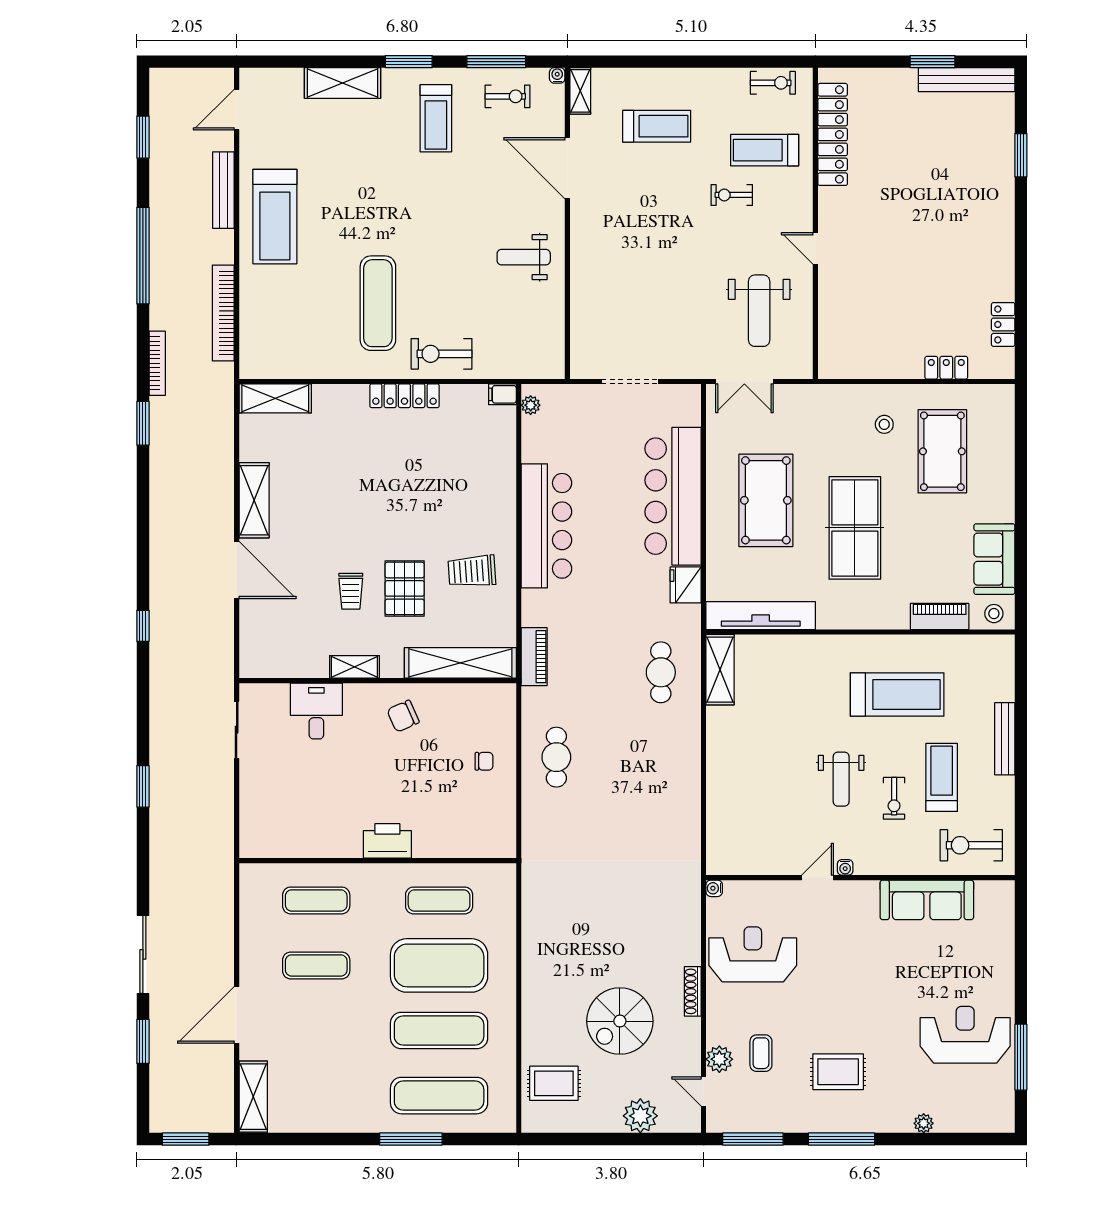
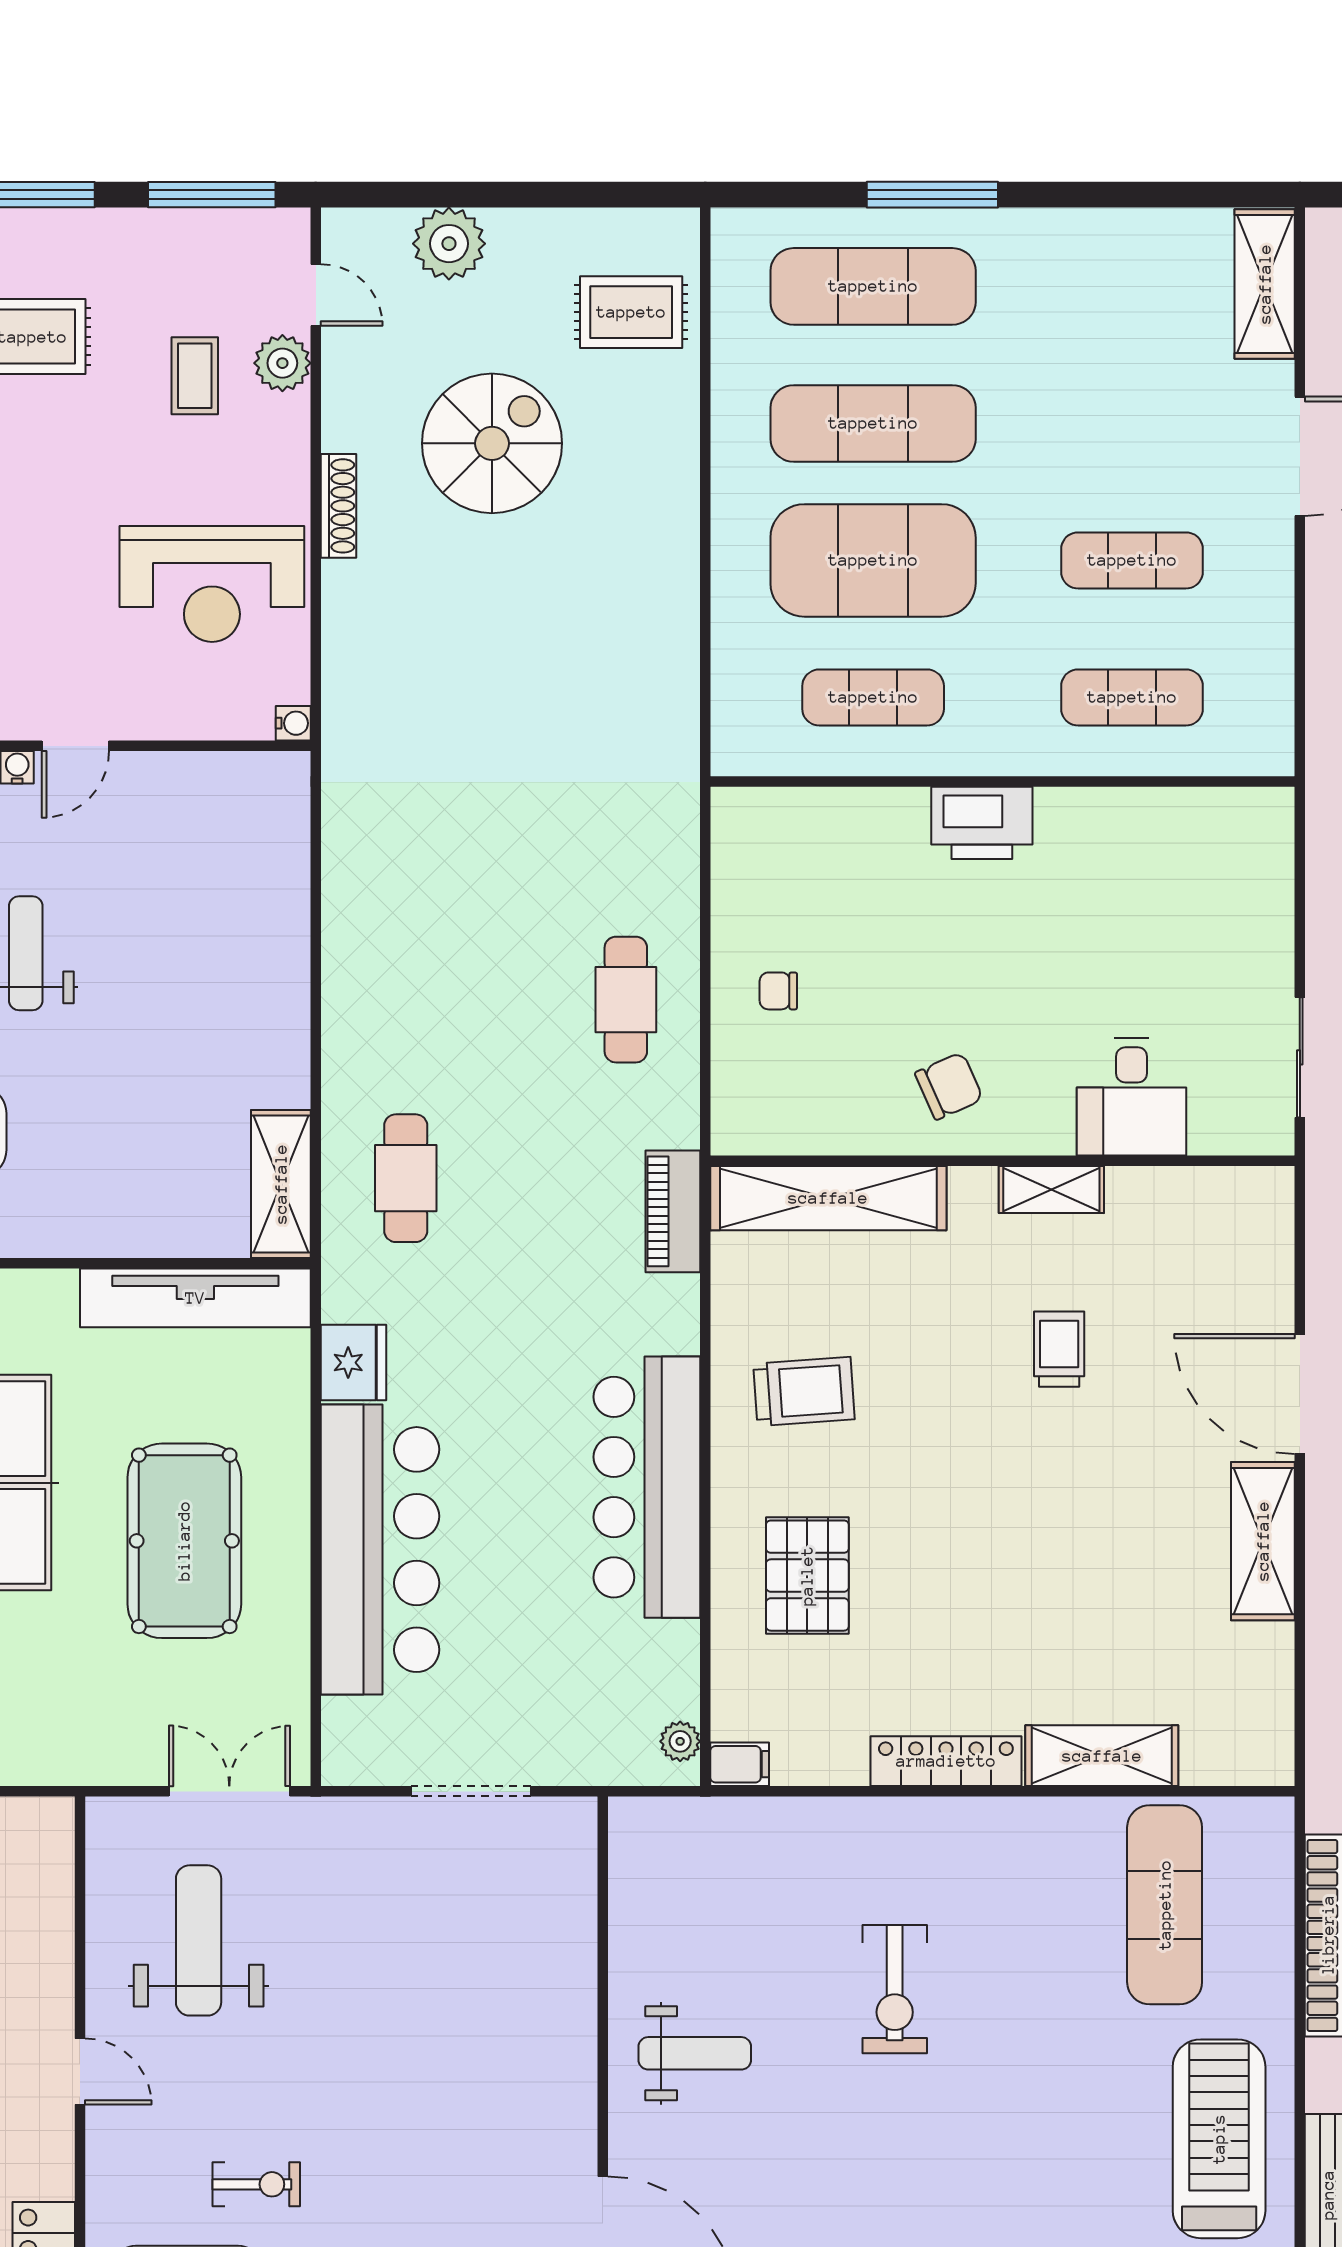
exercise mat: (378, 303) -> (1165, 1905), moved
exercise bike: (442, 354) -> (895, 1989), moved, turned 90
shelving: (275, 398) -> (1102, 1756), moved
pallet: (405, 588) -> (807, 1576), moved

